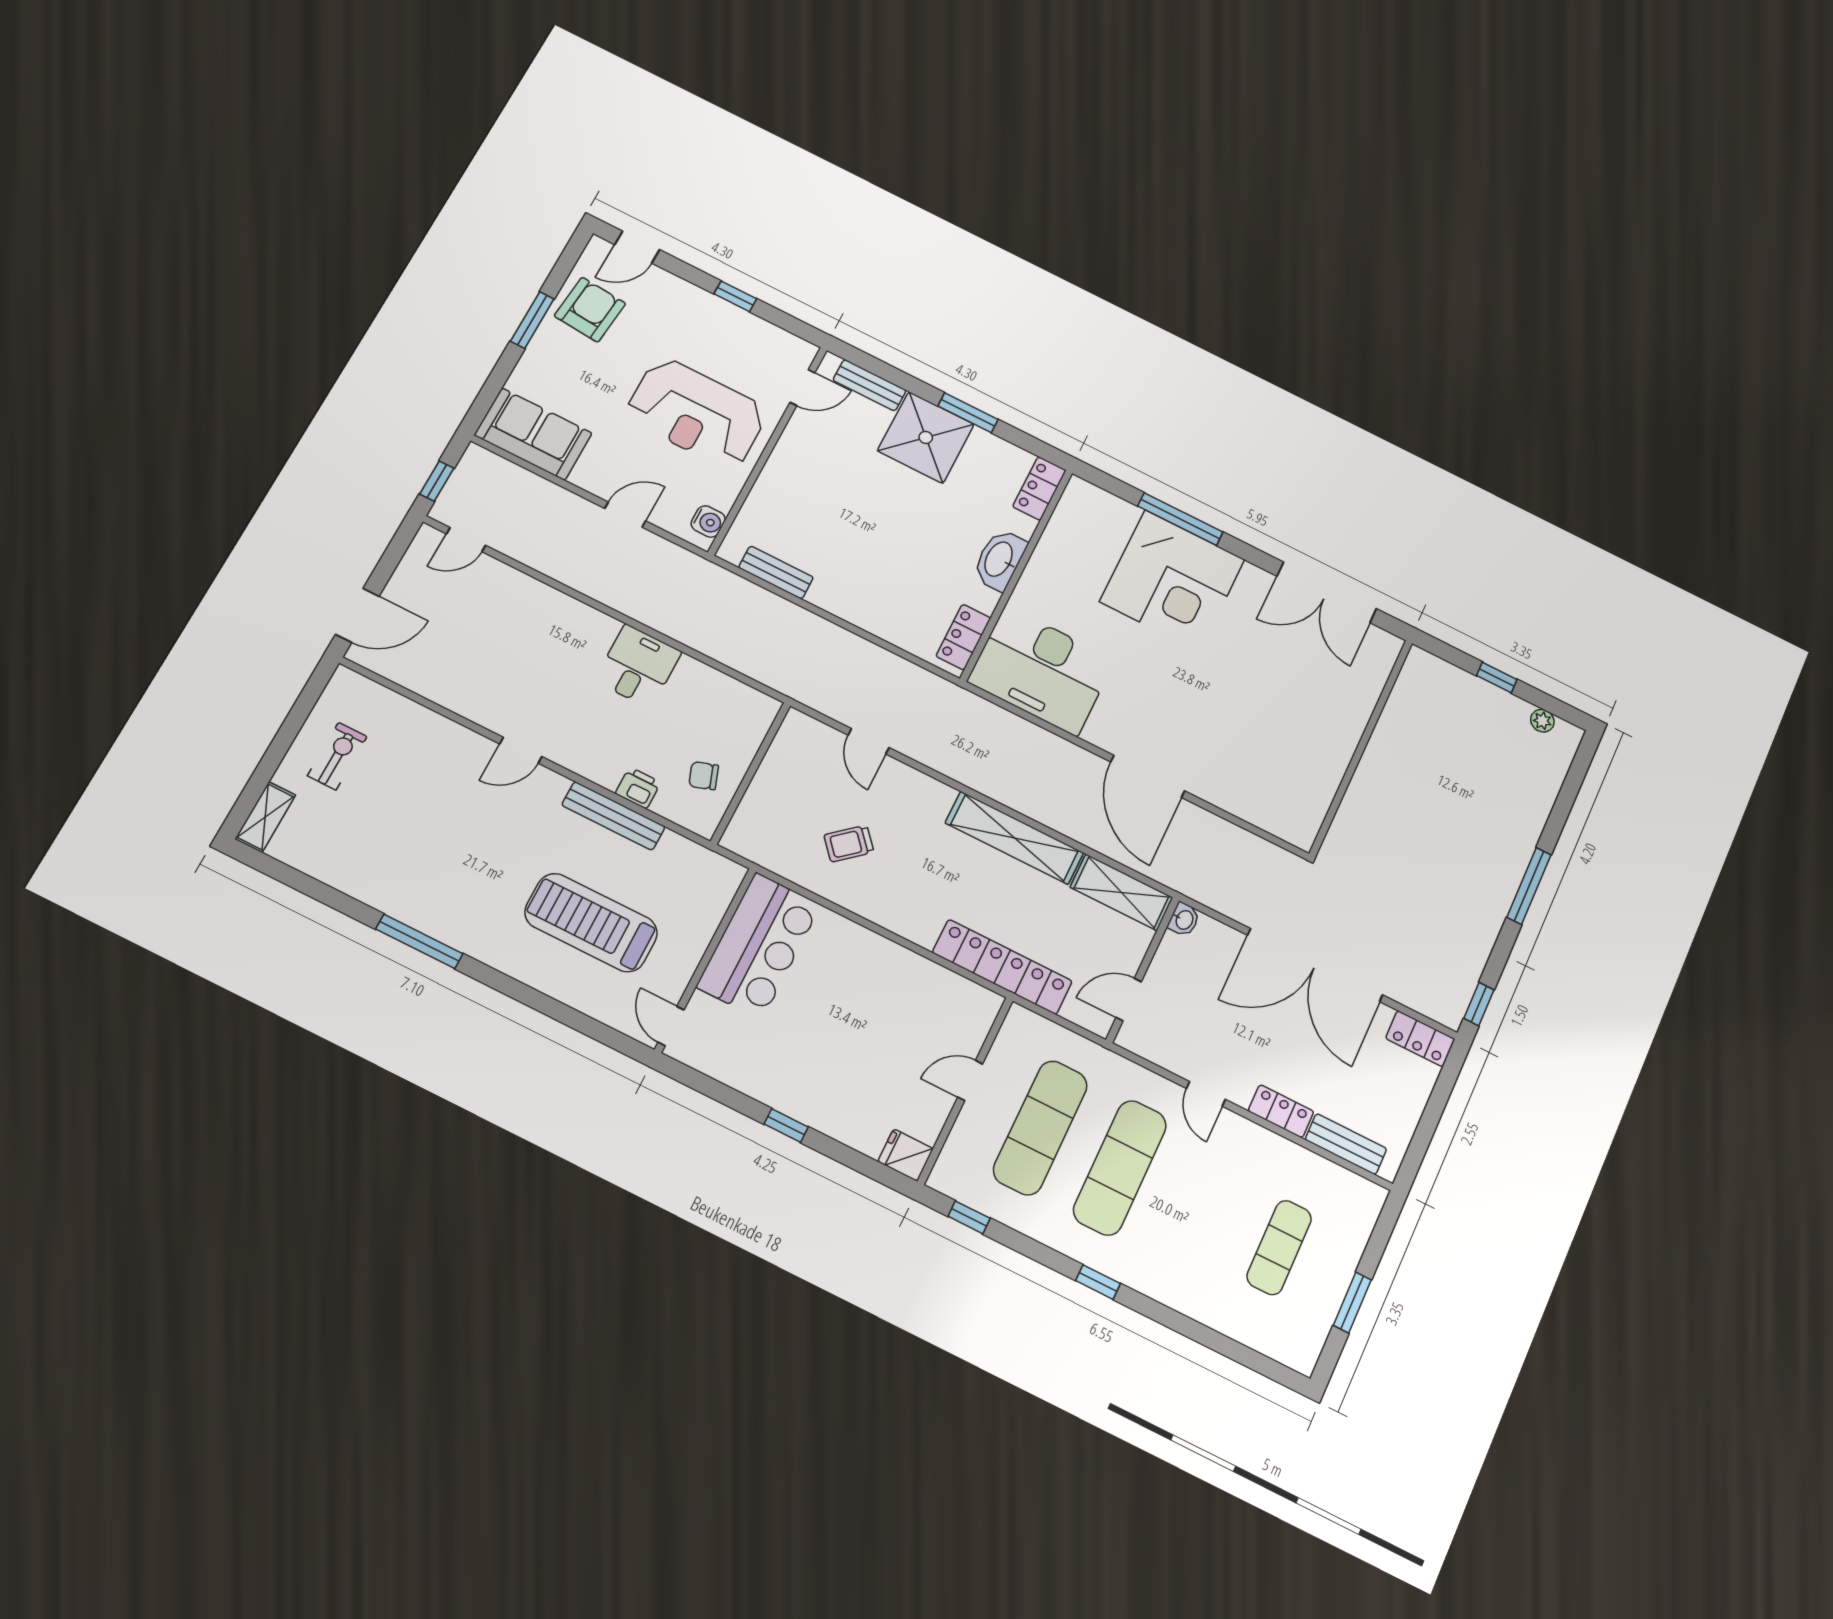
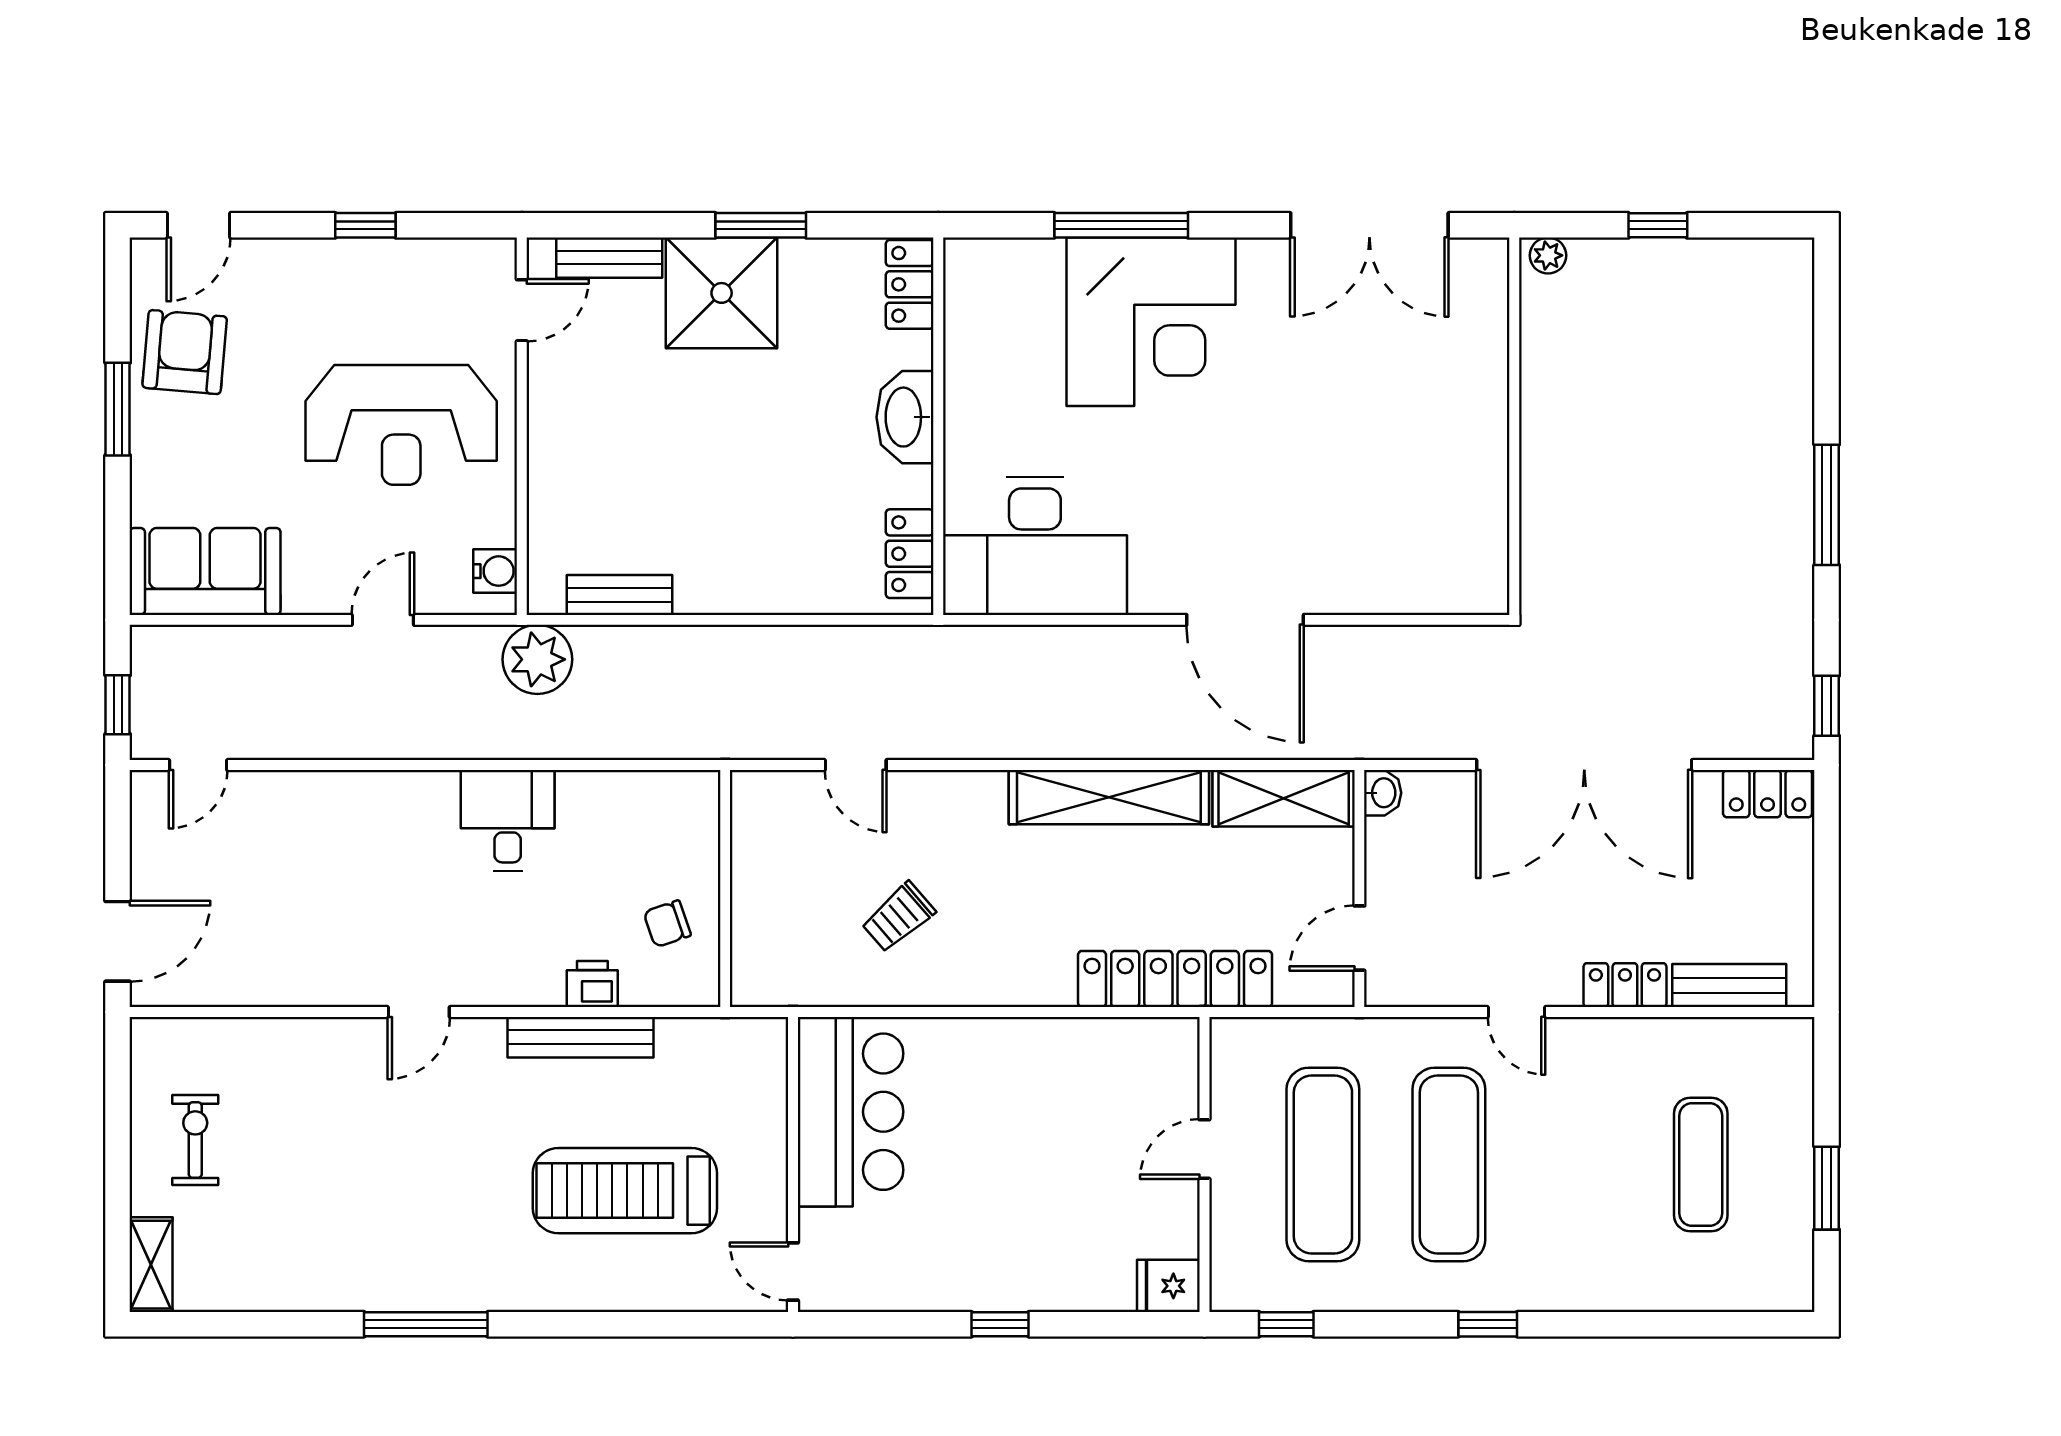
plant: (707, 584) -> (537, 659), added
plant: (1542, 721) -> (1548, 255), moved

